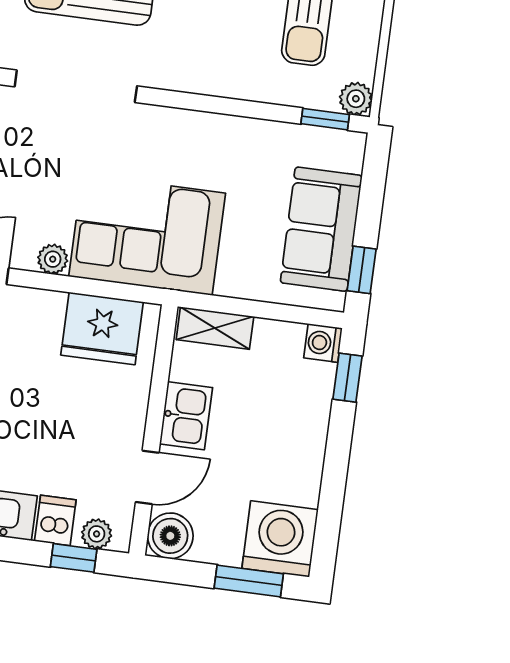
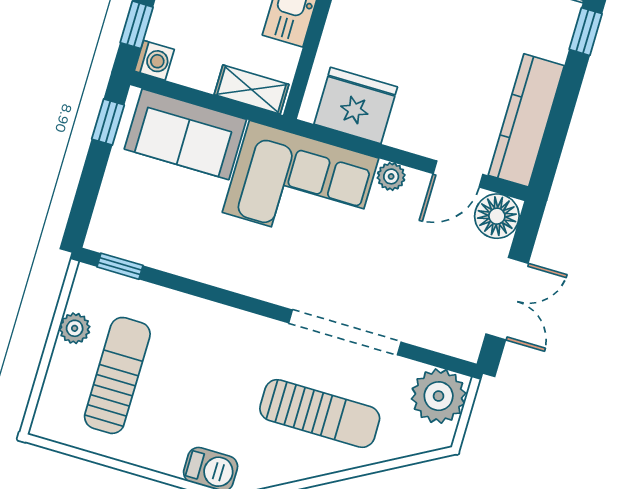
plant: (356, 99) -> (75, 328), moved
sofa: (321, 229) -> (185, 134), moved, turned 90

